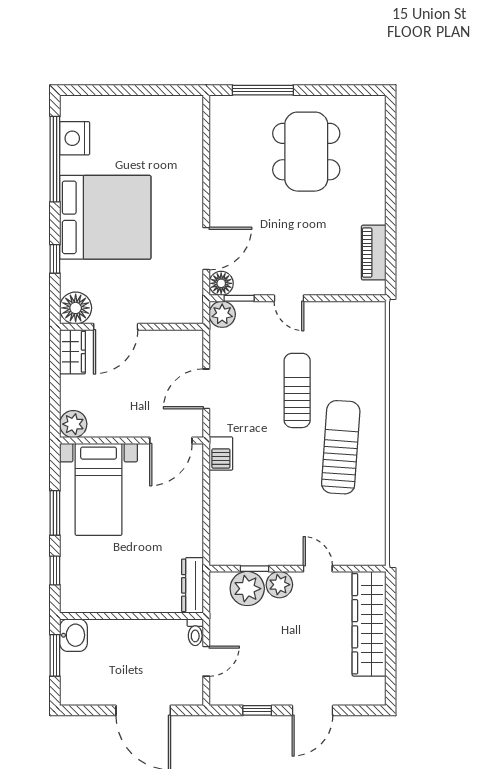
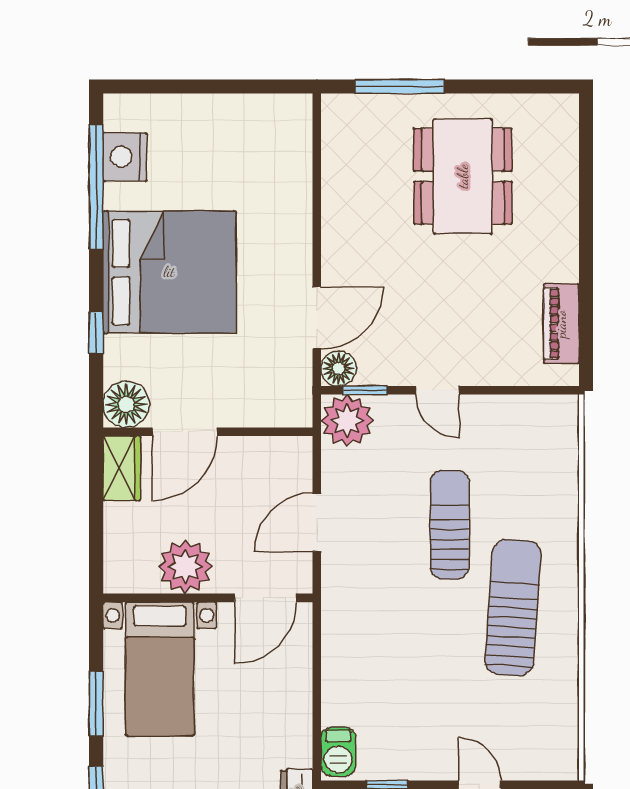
plant: (222, 314) -> (347, 421), width x1.36, depth x1.36
plant: (73, 424) -> (185, 567), moved, width x1.36, depth x1.36
barbecue: (221, 454) -> (338, 752), moved

